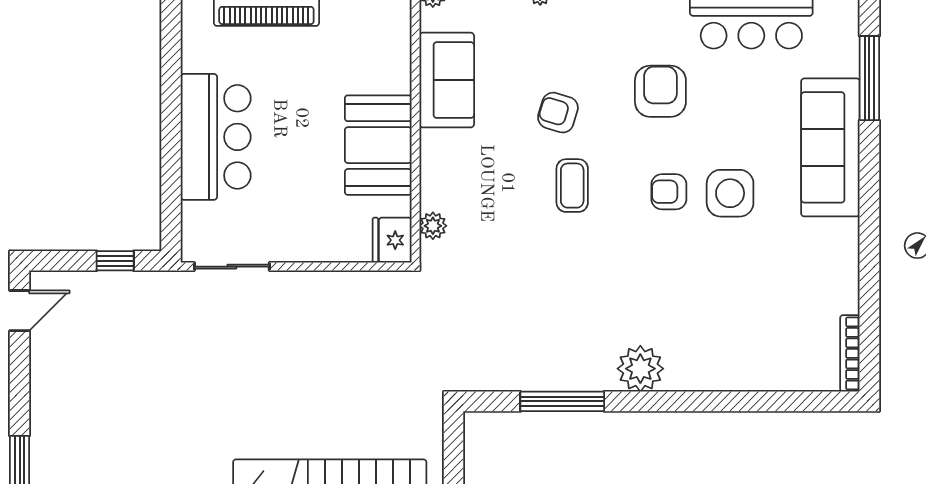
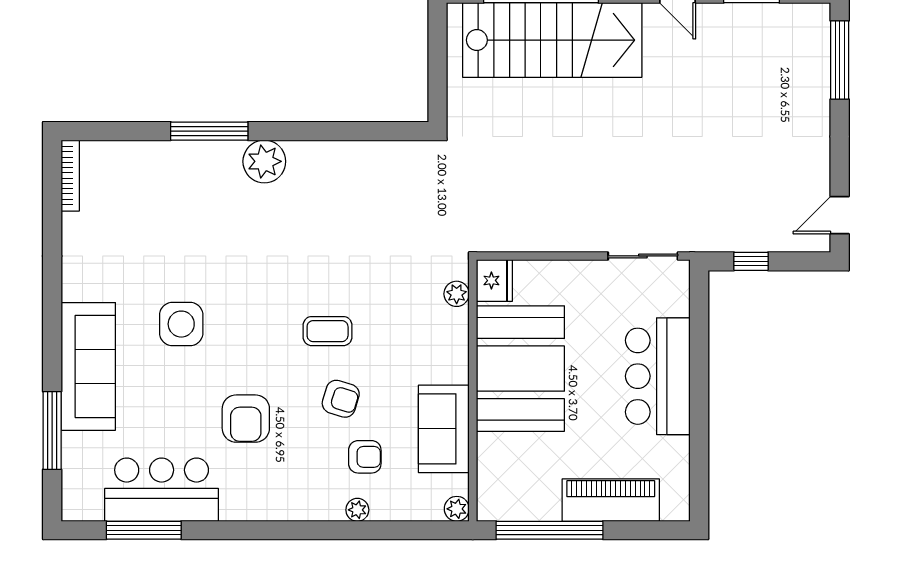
booth: (378, 145) -> (520, 369), width x1.36, depth x1.42
coffee table: (572, 186) -> (328, 331), turned 90
armchair: (669, 192) -> (365, 457), moved
window: (562, 401) -> (209, 131), moved

